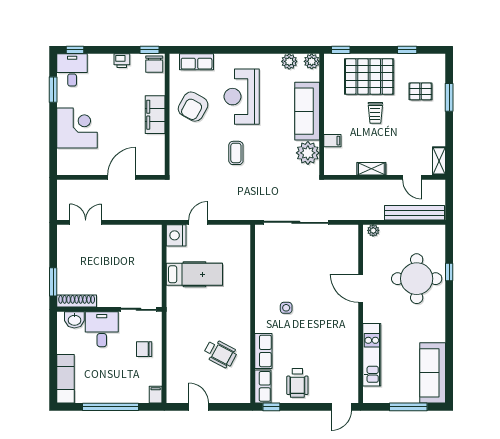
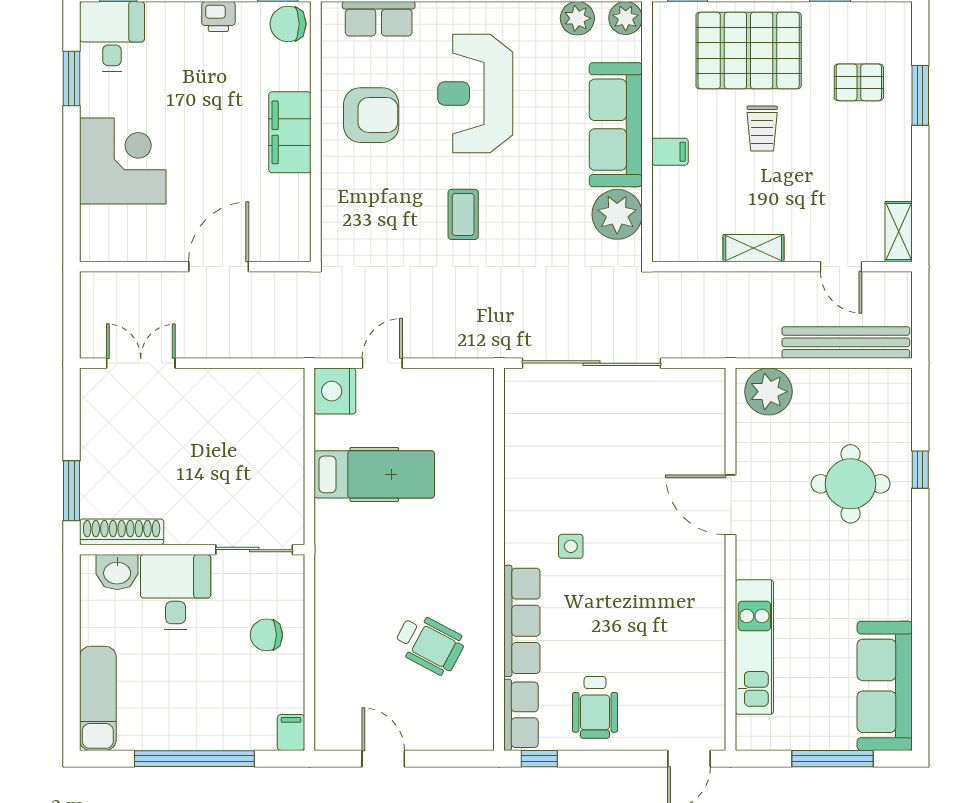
chair: (154, 64) -> (288, 24), turned 90
armchair: (193, 107) -> (371, 115), turned -119
filing cabinet: (332, 141) -> (670, 152), moved
plant: (373, 230) -> (768, 392), width x1.87, depth x1.87
round table: (417, 279) -> (851, 484), width x0.73, depth x0.73
row of seats: (263, 351) -> (522, 621), width x1.48

